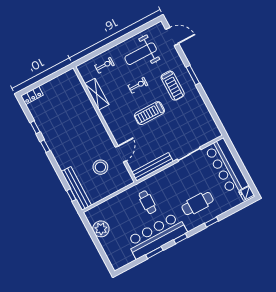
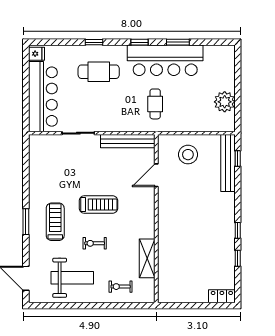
stool: (100, 167) -> (188, 155), moved

